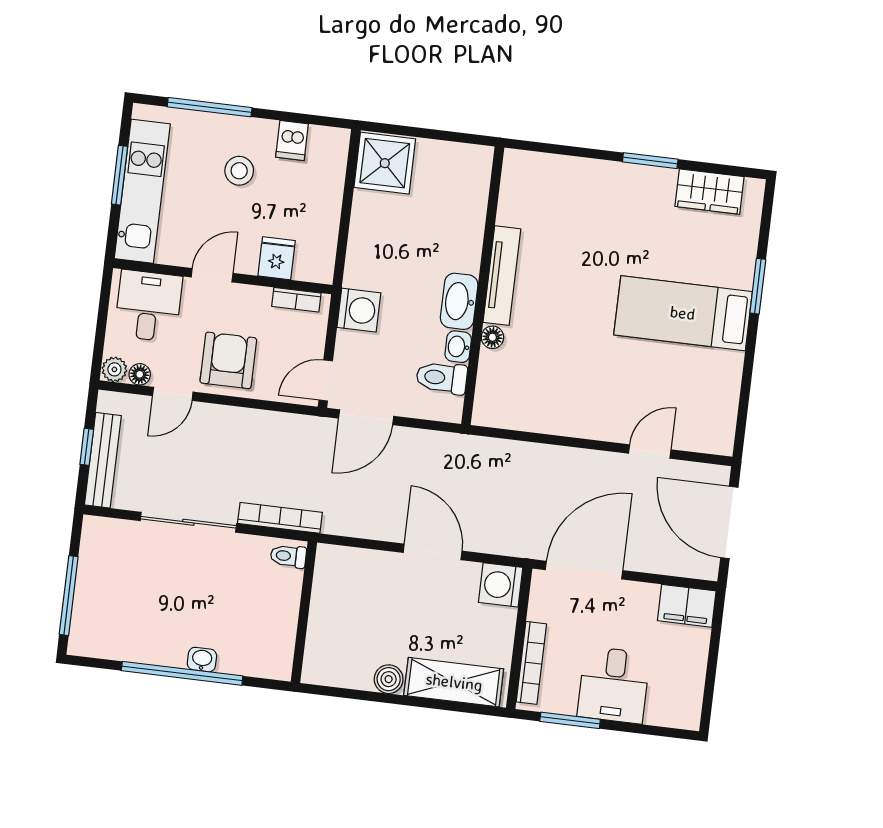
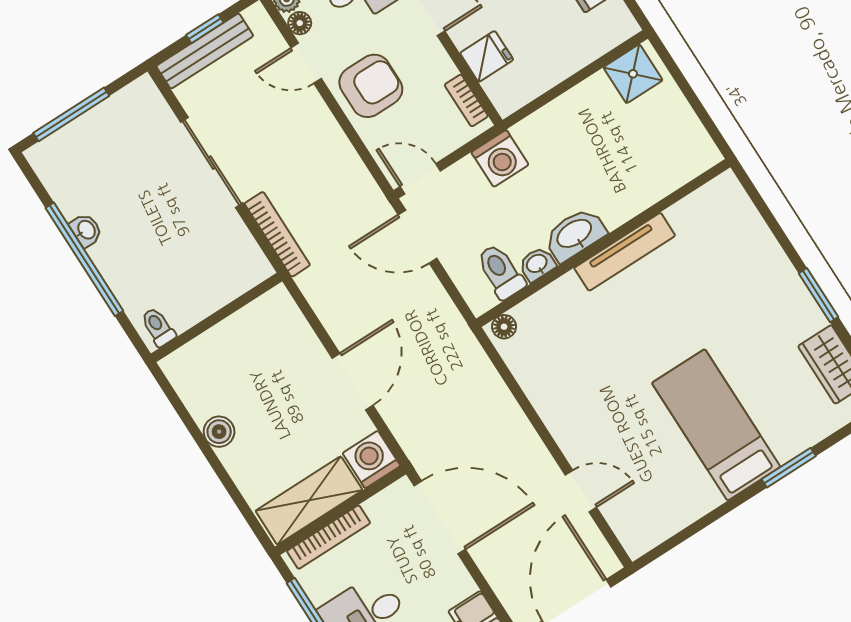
shower: (385, 163) -> (633, 74), width x0.73, depth x0.73
floor lamp: (492, 337) -> (504, 327), moved
toilet: (288, 556) -> (158, 327), moved
washbasin: (202, 660) -> (86, 230), moved
shelving: (454, 682) -> (309, 501), moved, turned 90

